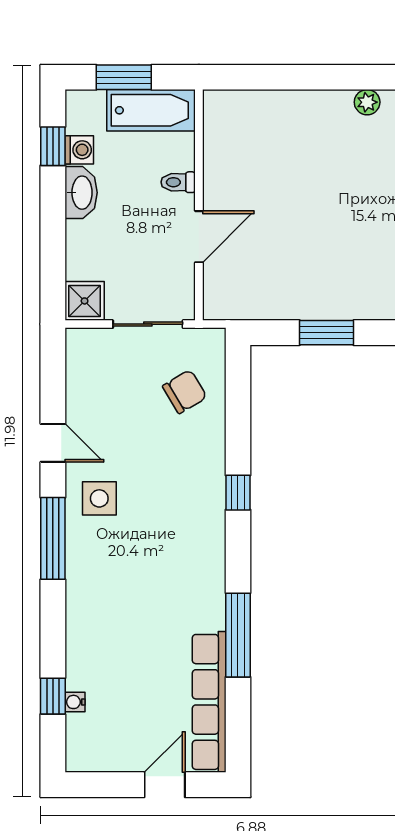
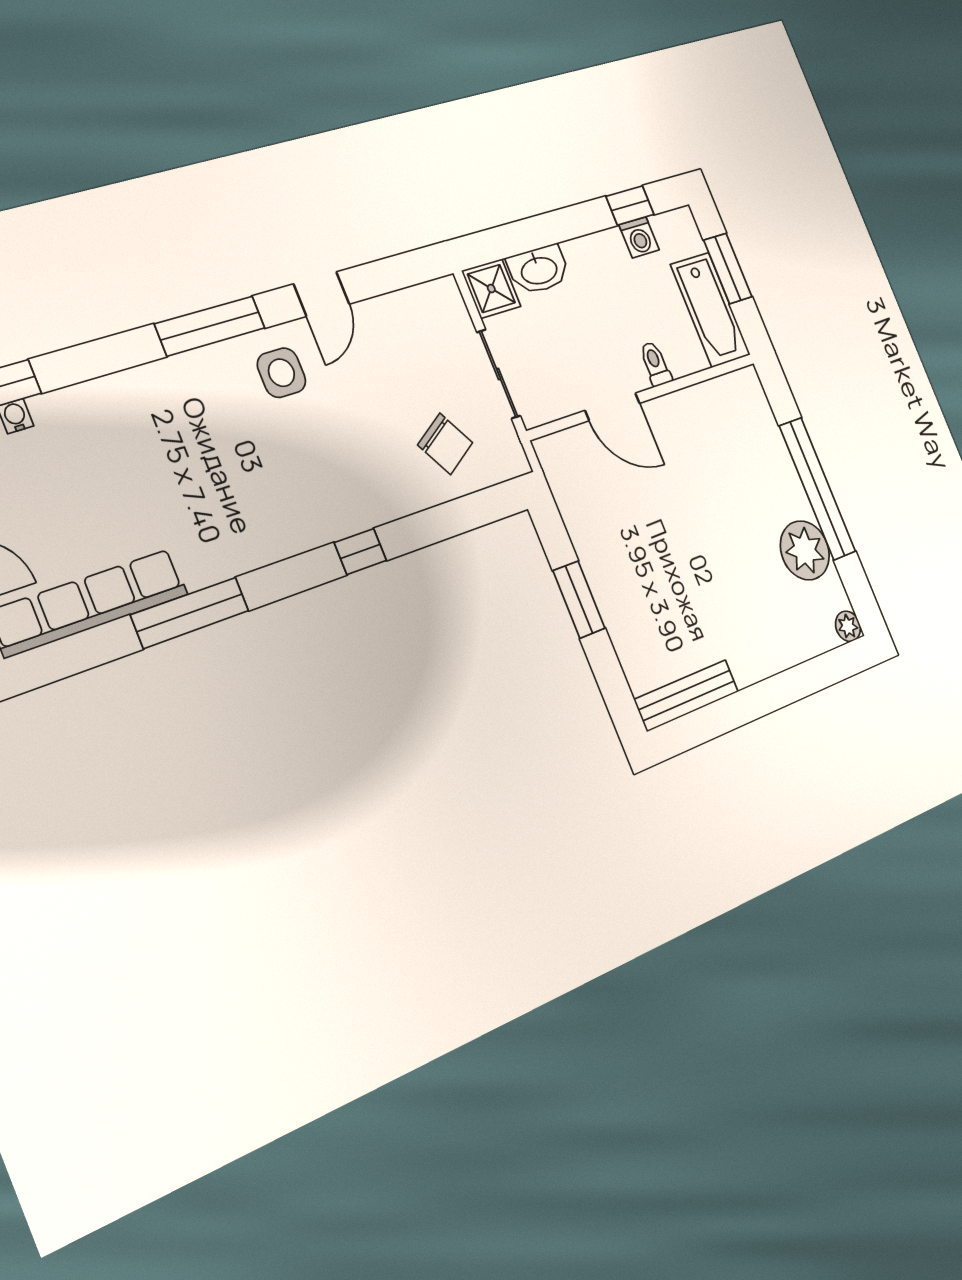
window: (314, 77) -> (817, 489), added
plant: (367, 102) -> (805, 550), width x1.88, depth x1.88
washbasin: (81, 193) -> (539, 270), moved

